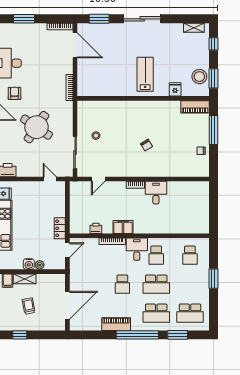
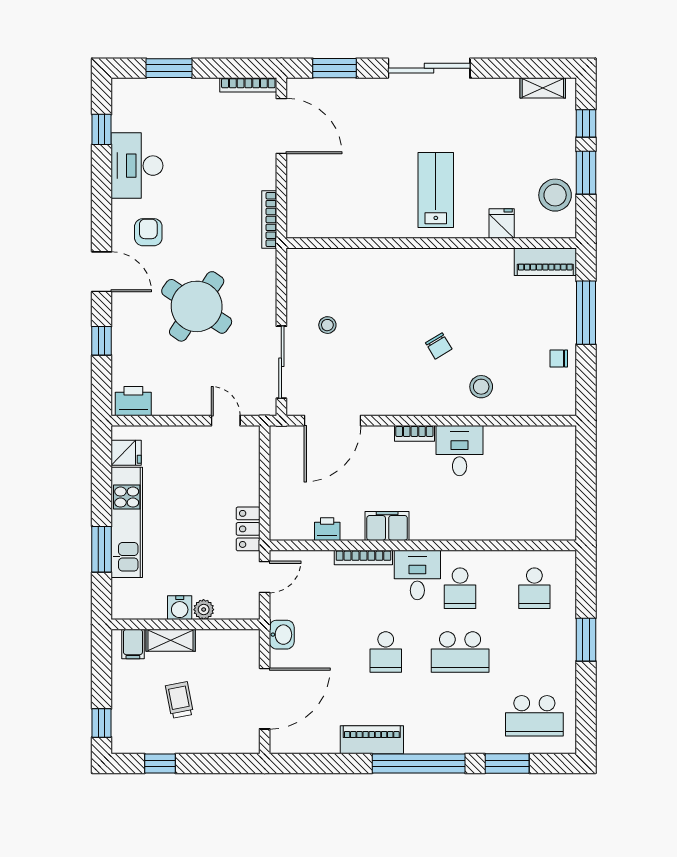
window: (213, 78) -> (586, 173), moved
stool: (166, 164) -> (481, 387), added
door: (98, 179) -> (332, 421), width x1.87
washbasin: (75, 276) -> (282, 635), added
school desk: (156, 313) -> (460, 716), removed

